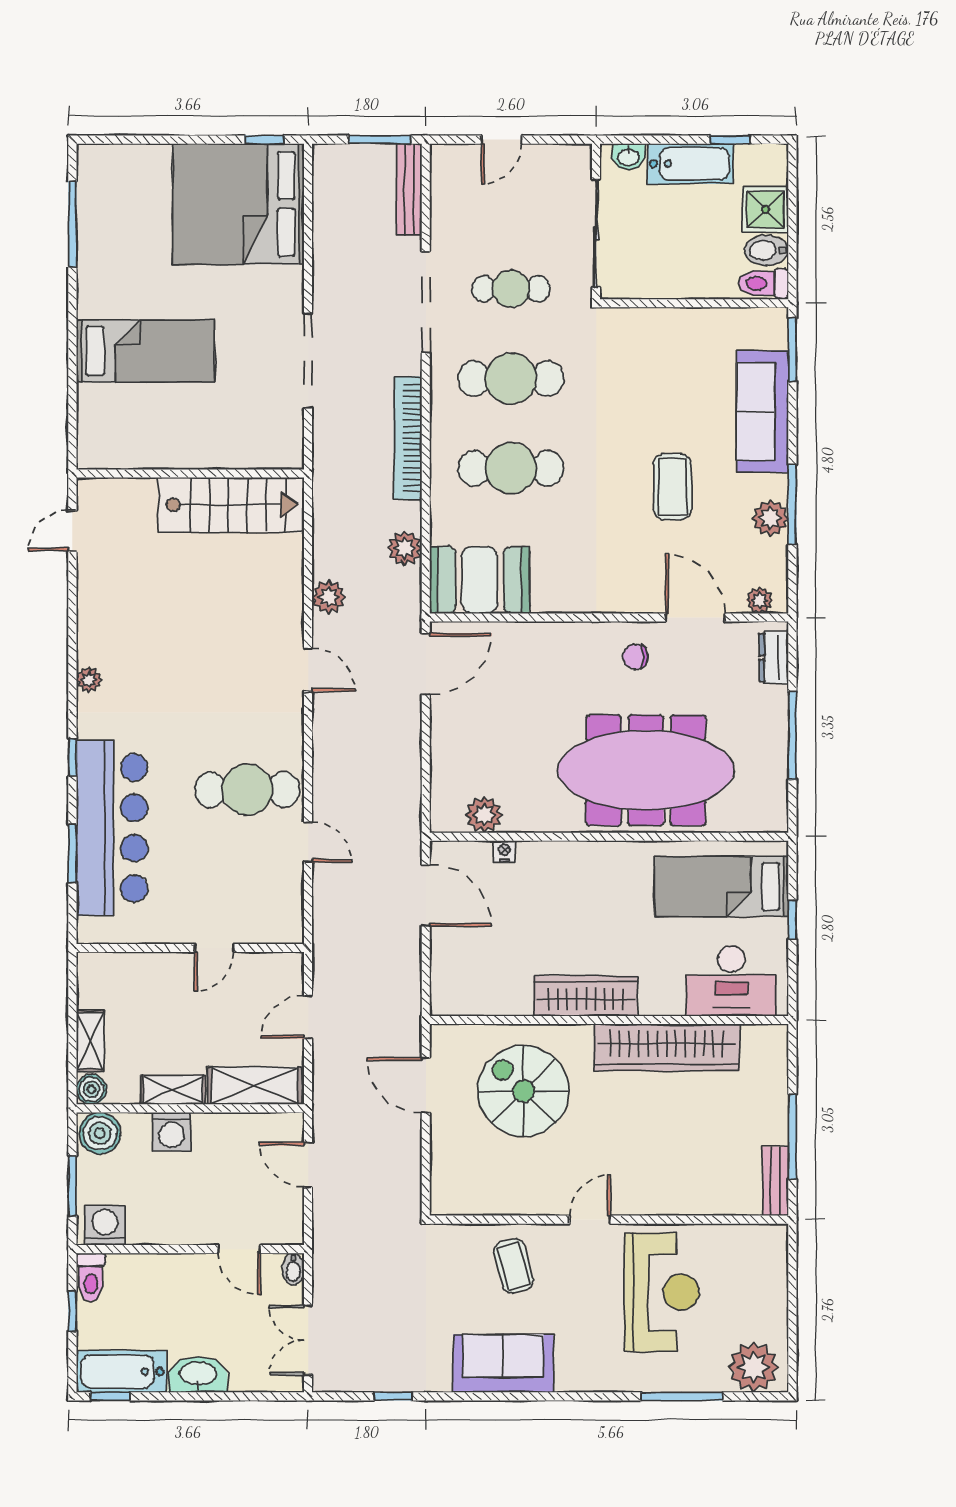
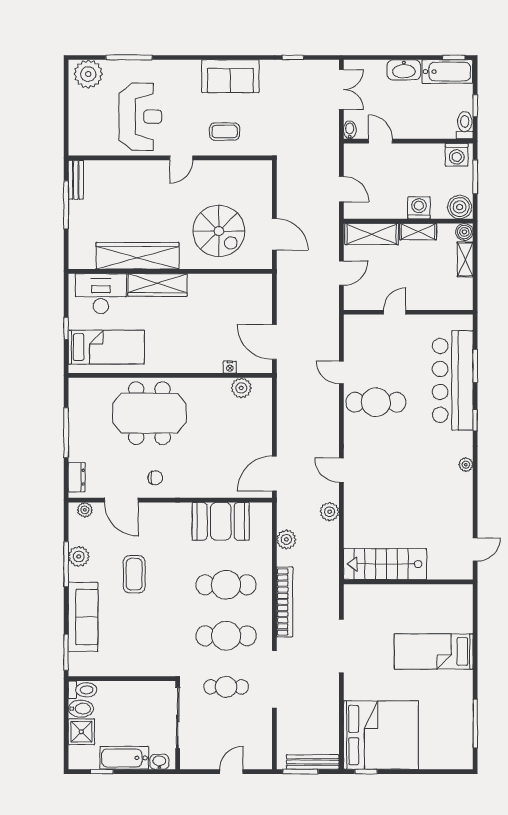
bench: (409, 189) -> (313, 762), moved, turned 90
booth: (480, 580) -> (221, 521), moved
meeting table: (646, 770) -> (149, 413), width x0.73
wardrobe: (586, 996) -> (157, 285), moved
coffee table: (513, 1266) -> (225, 132), turned -75
reception desk: (662, 1292) -> (140, 117), turned 180

